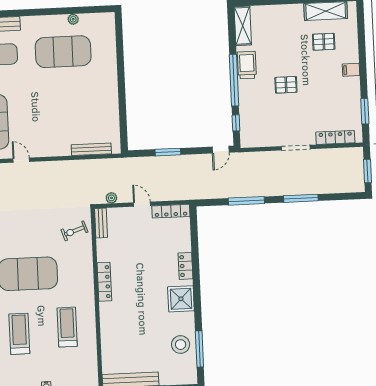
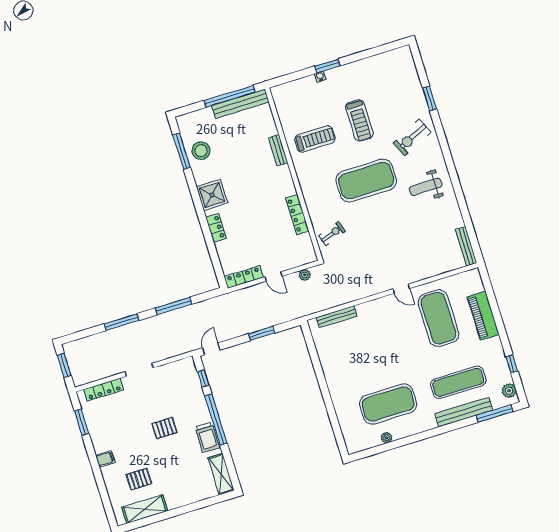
bench: (101, 223) -> (278, 150), moved
locker: (104, 282) -> (297, 215), moved
treadmill: (67, 327) -> (315, 139), turned -90

